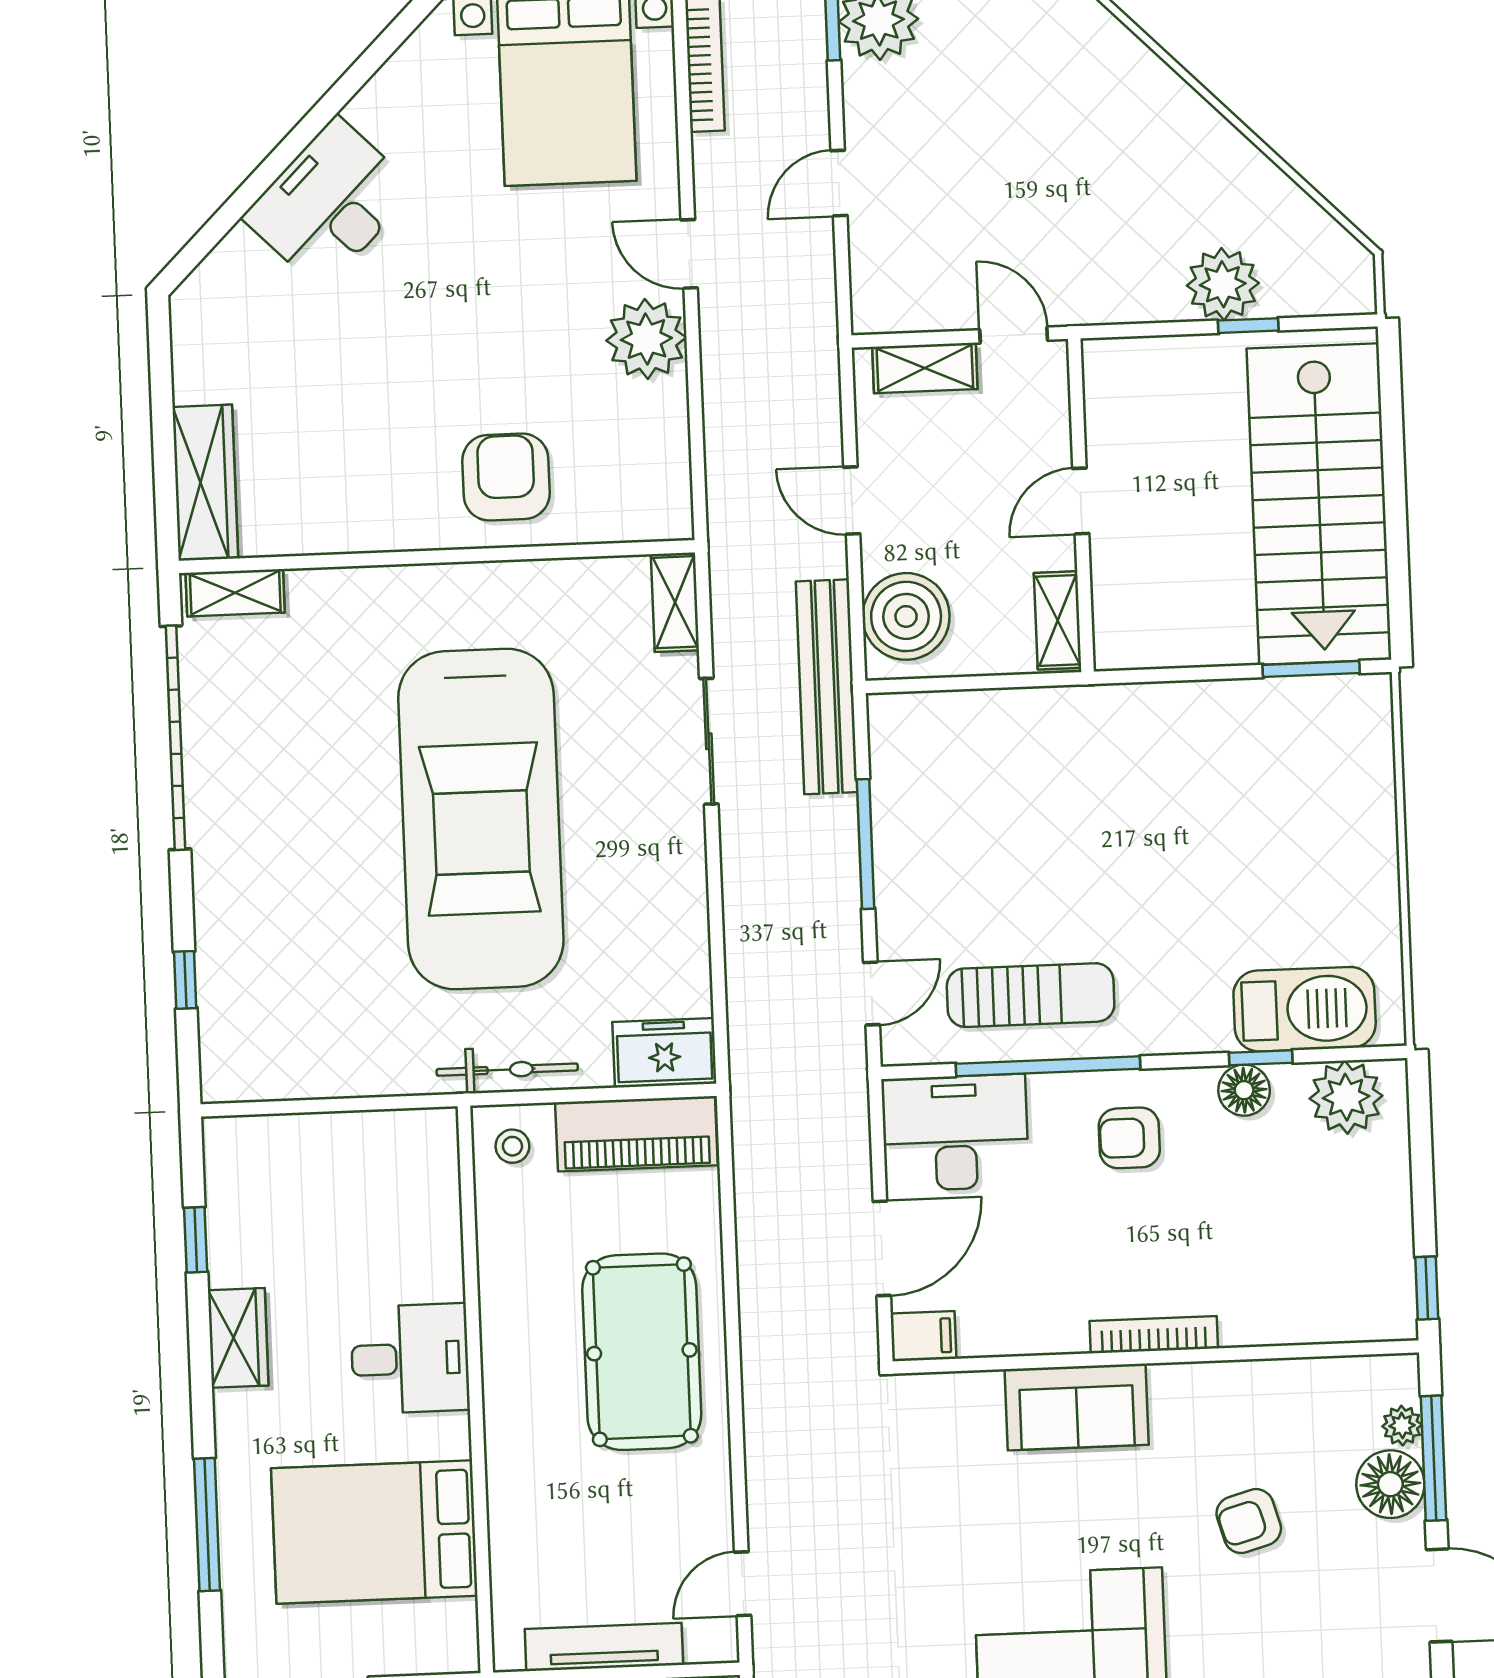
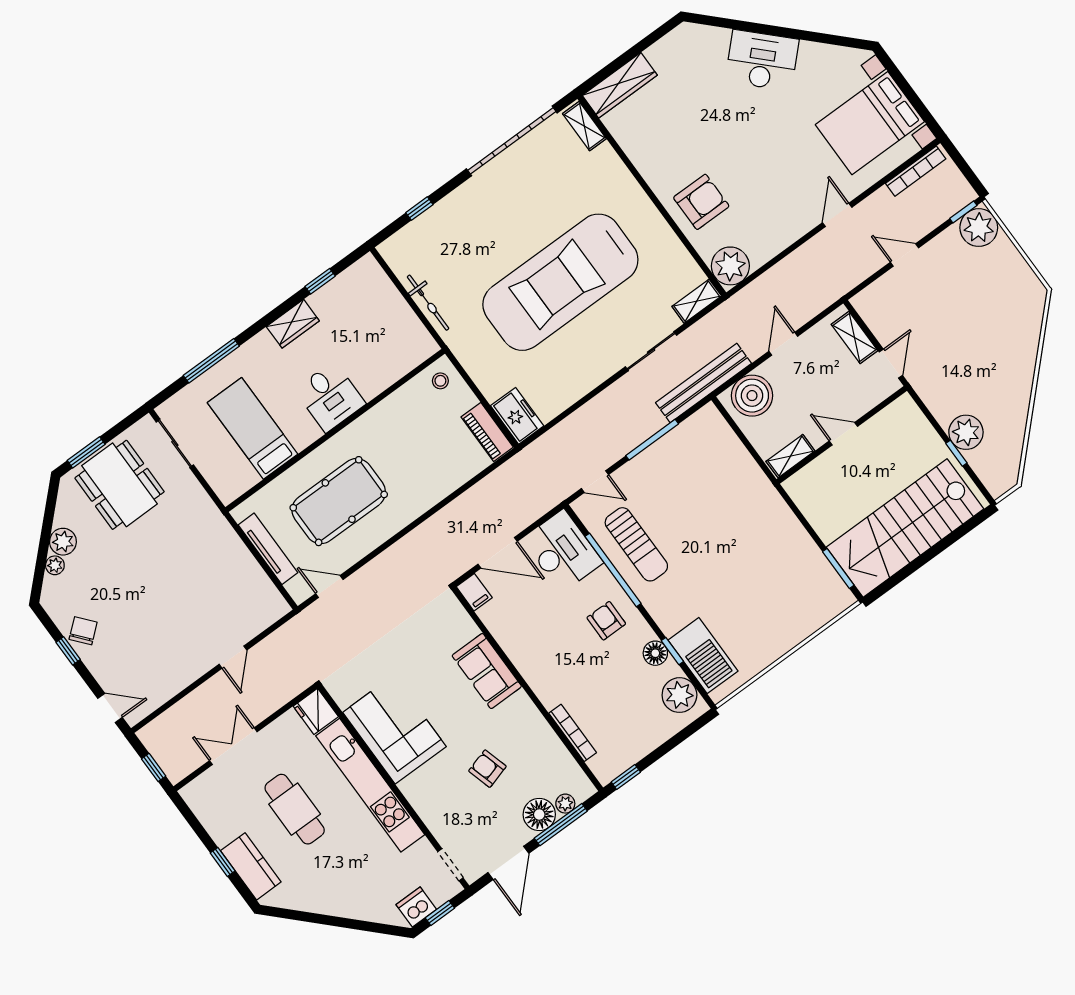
plant: (646, 339) -> (730, 266), moved
bicycle: (507, 1070) -> (428, 303), moved
piano: (636, 1134) -> (487, 432), width x0.73, depth x0.75
bookcase: (1154, 1335) -> (573, 733), moved
pool table: (642, 1352) -> (339, 501), moved
bed: (374, 1532) -> (253, 428), width x0.67

